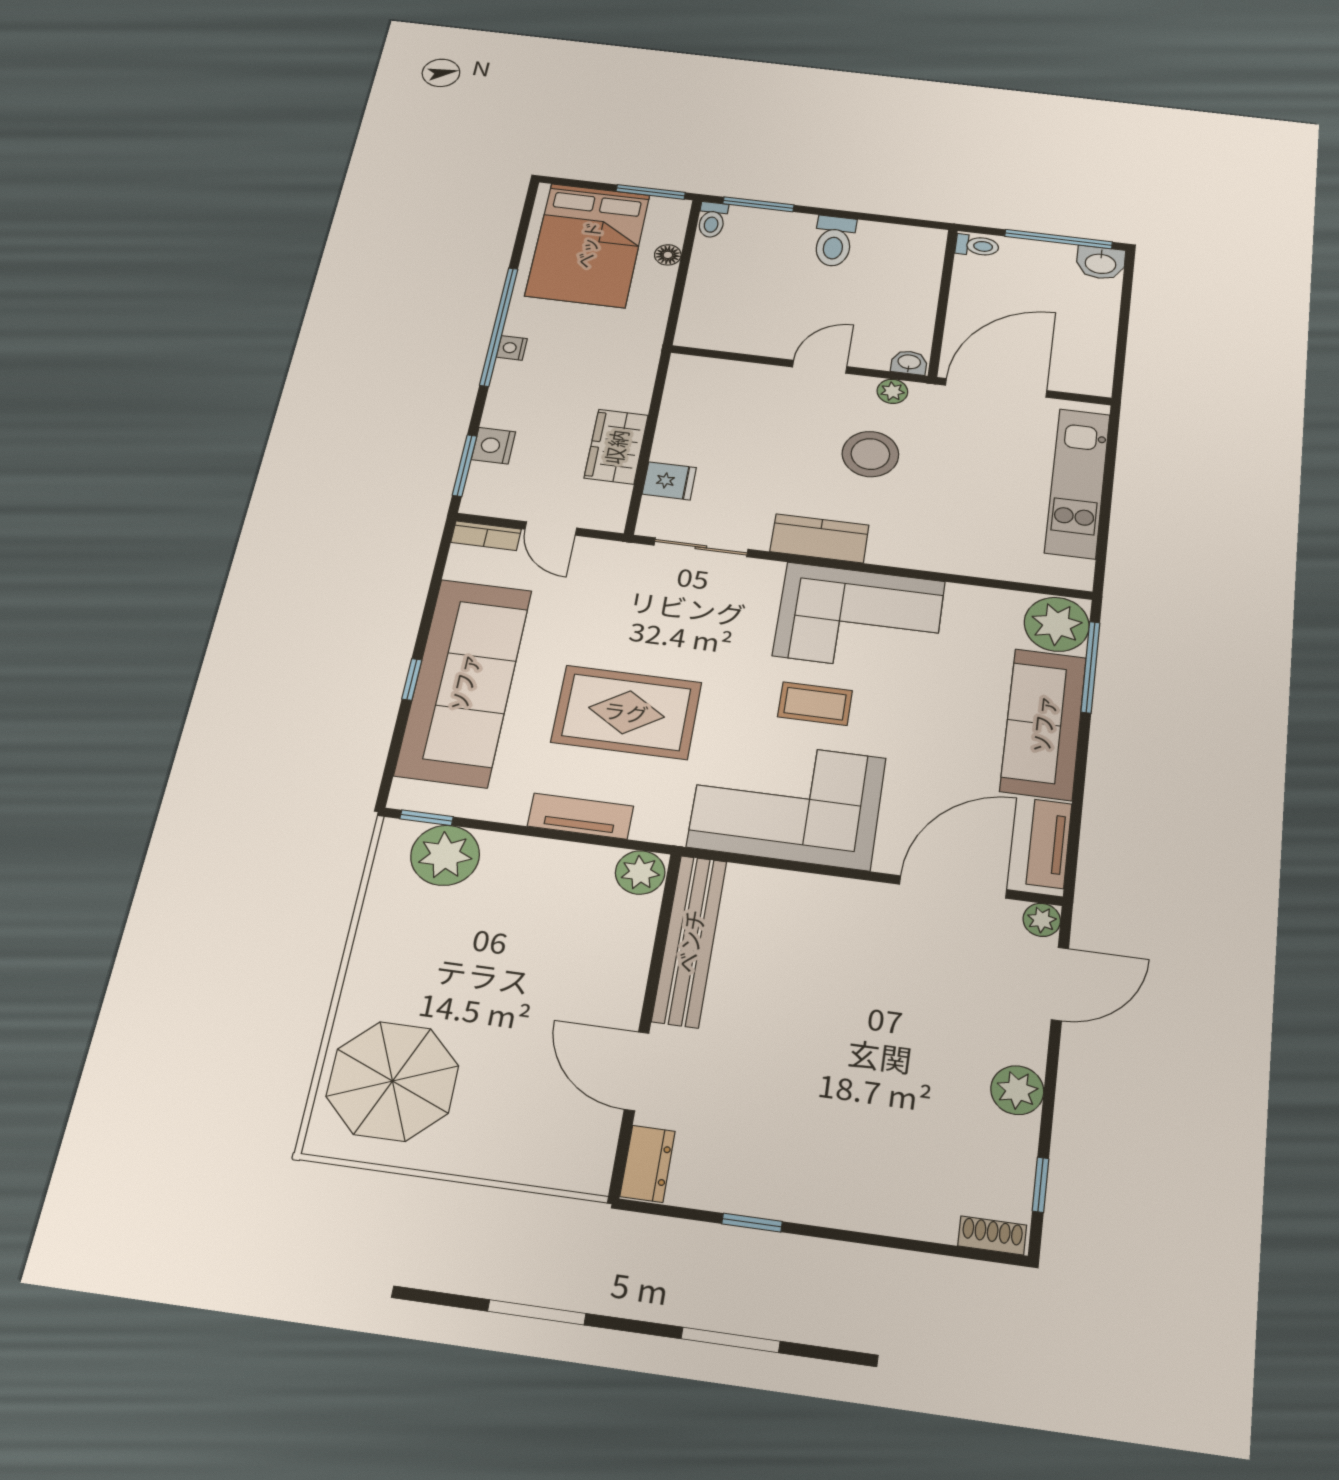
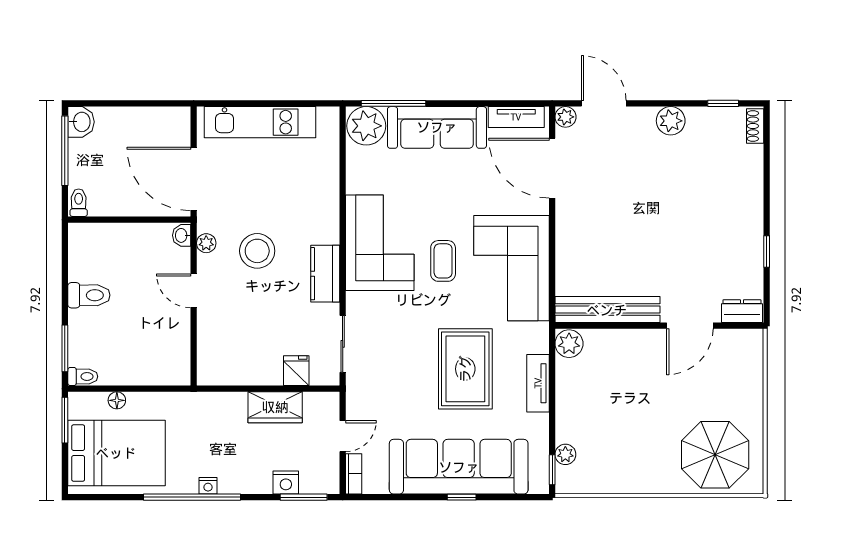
plant: (445, 855) -> (565, 454), width x0.53, depth x0.53

